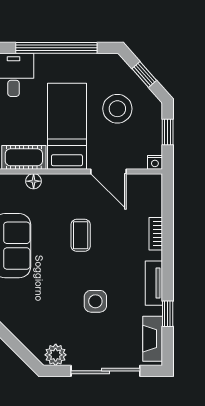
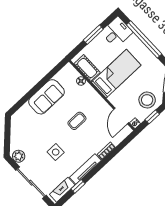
stool: (117, 109) -> (147, 100), moved
door: (109, 171) -> (121, 116), moved
tv unit: (154, 283) -> (85, 169), width x1.41

